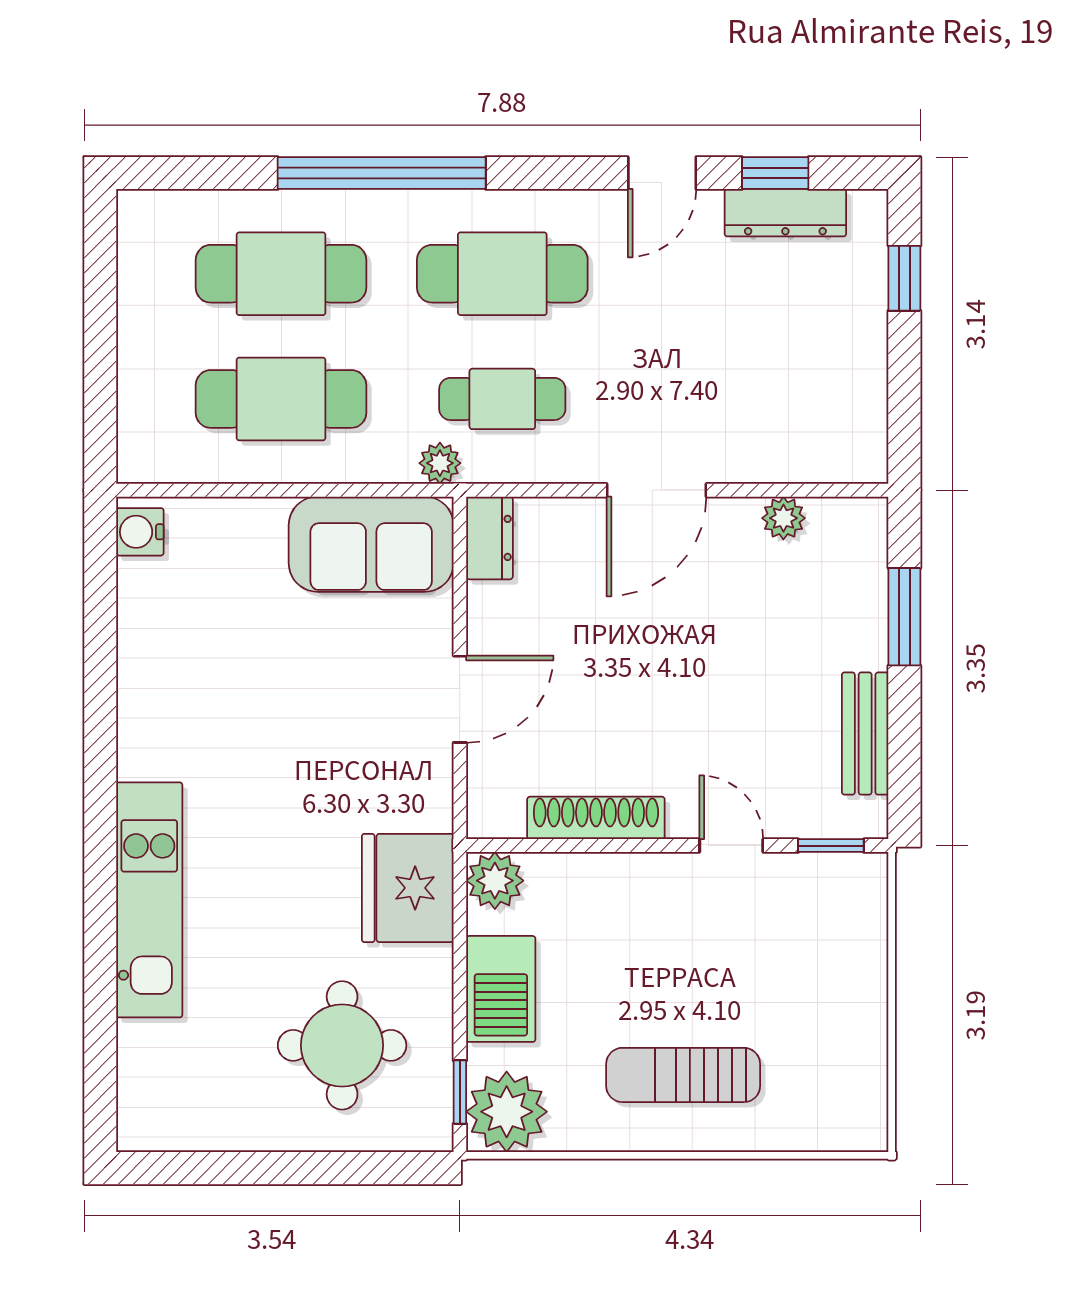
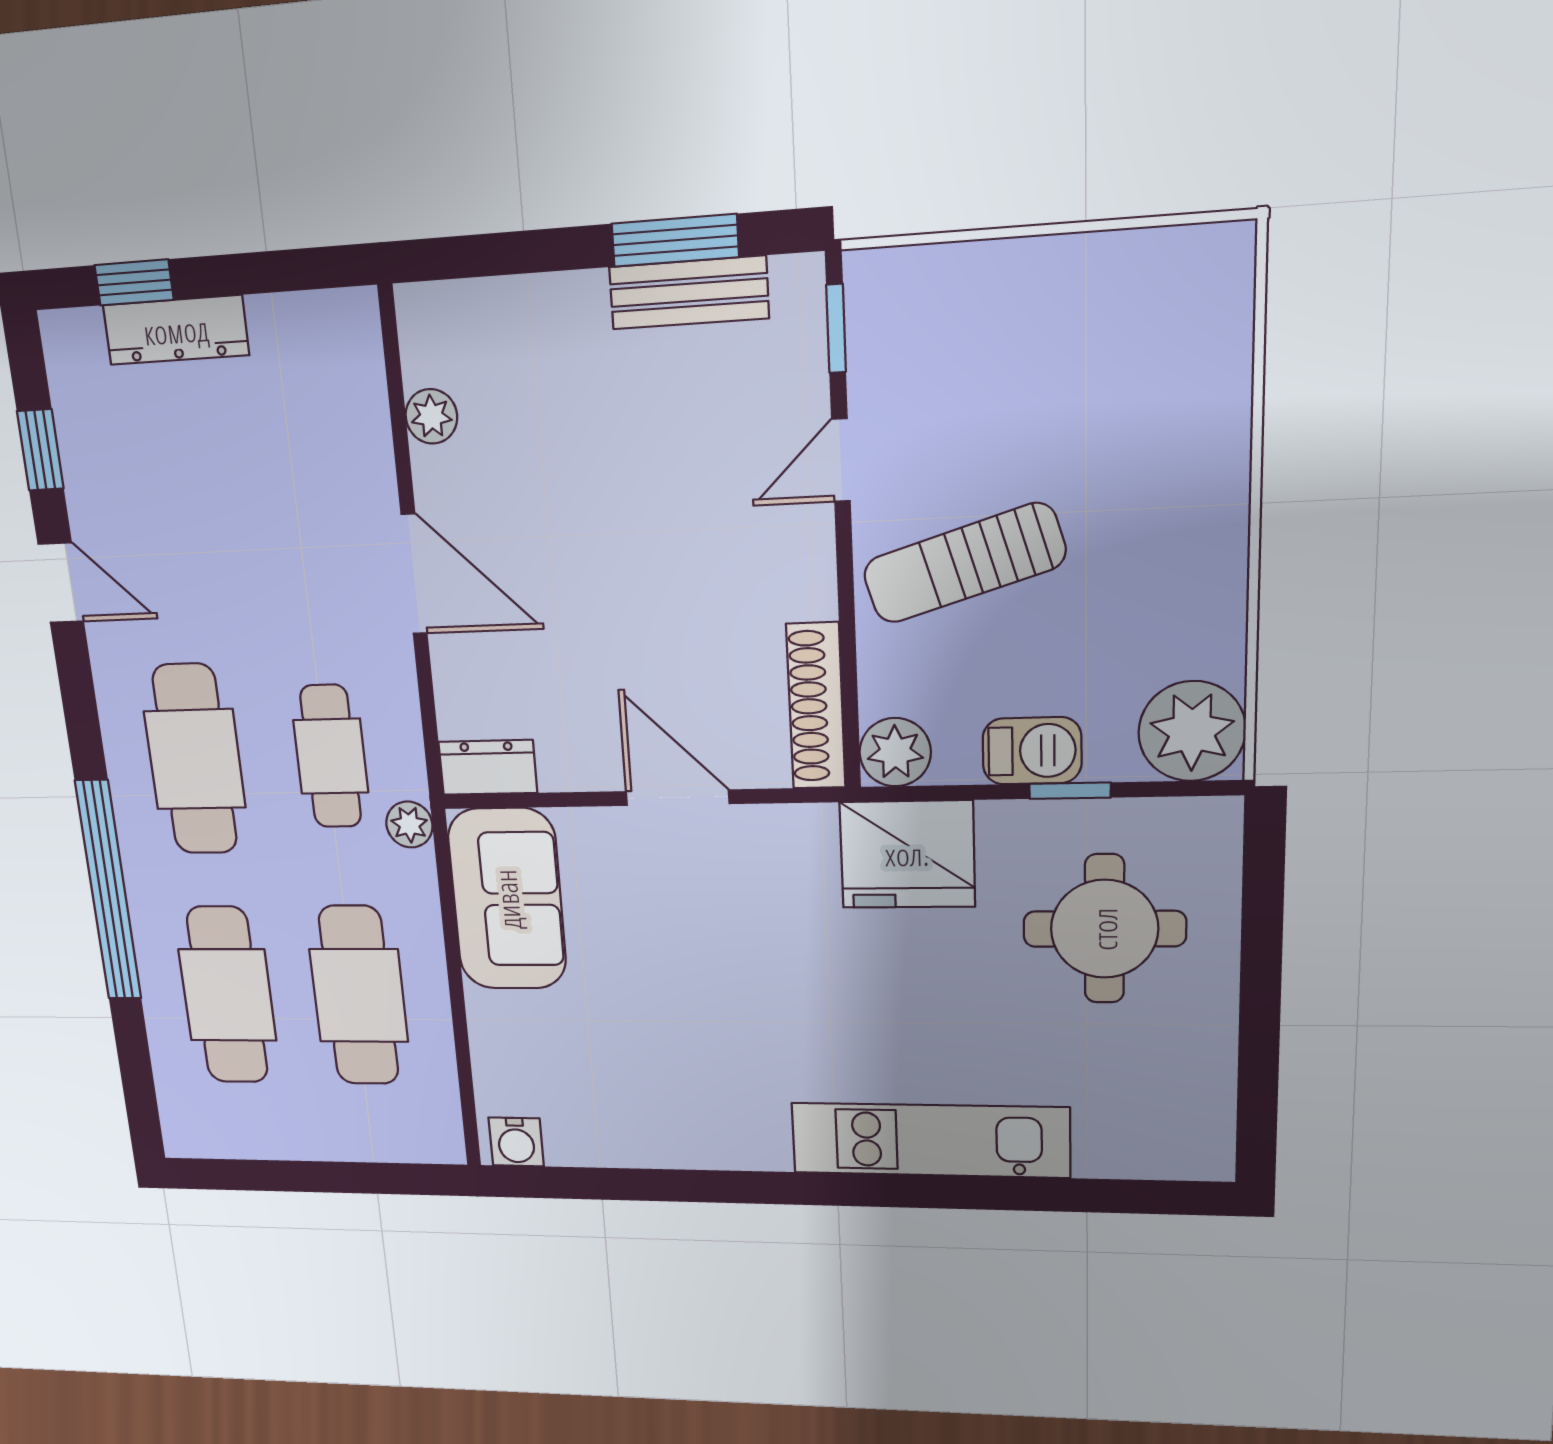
dresser: (785, 213) -> (176, 330), moved, turned 90
window: (904, 617) -> (675, 240), moved
shoe rack: (596, 818) -> (816, 706), moved
barbecue: (501, 989) -> (1032, 751), width x0.73, depth x0.79
sun lounger: (683, 1075) -> (964, 563), moved, turned 73
window: (460, 1092) -> (1070, 791), moved

